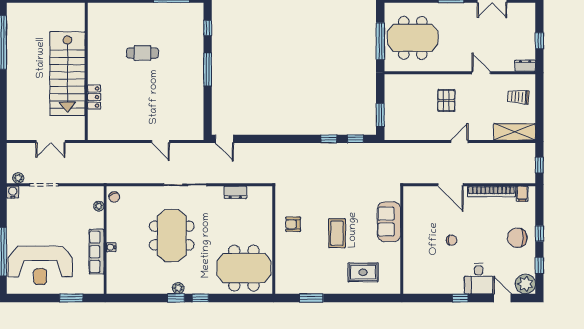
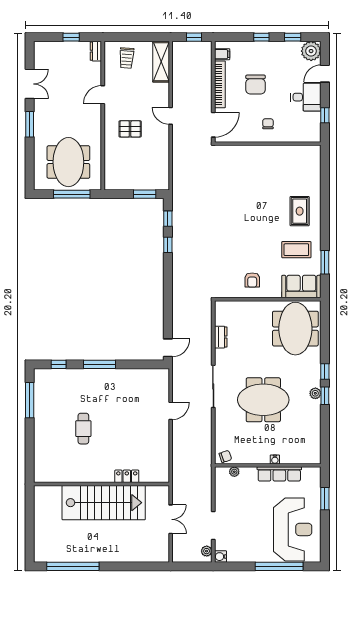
sofa: (389, 222) -> (301, 287), moved, turned 180
coffee table: (337, 233) -> (296, 250), moved
chair: (517, 238) -> (256, 85), moved
wall: (402, 240) -> (268, 144), moved

